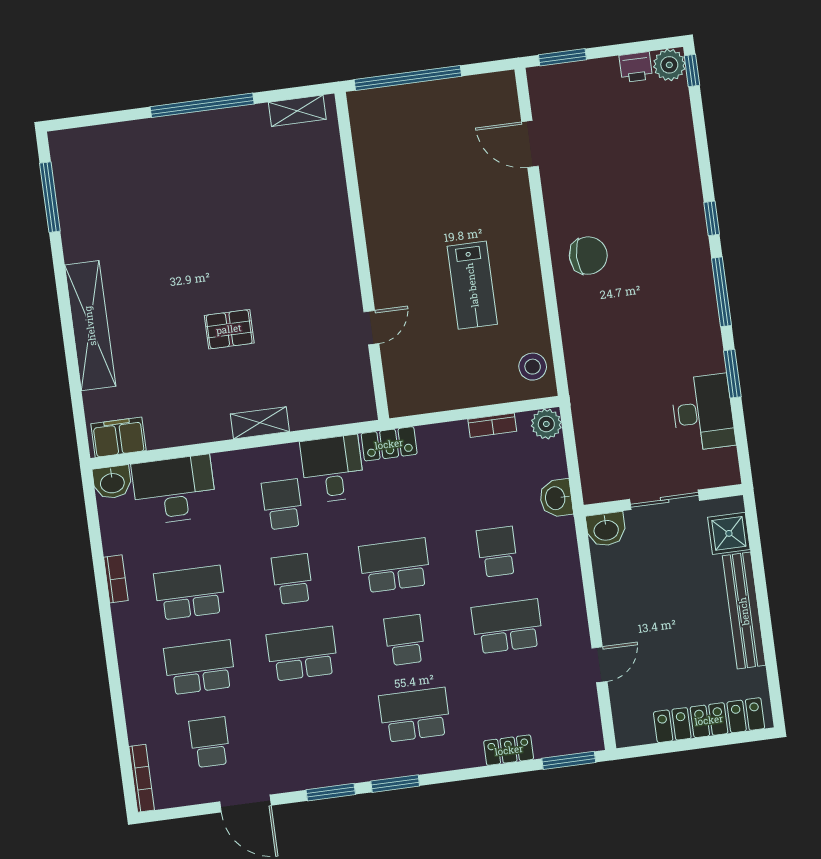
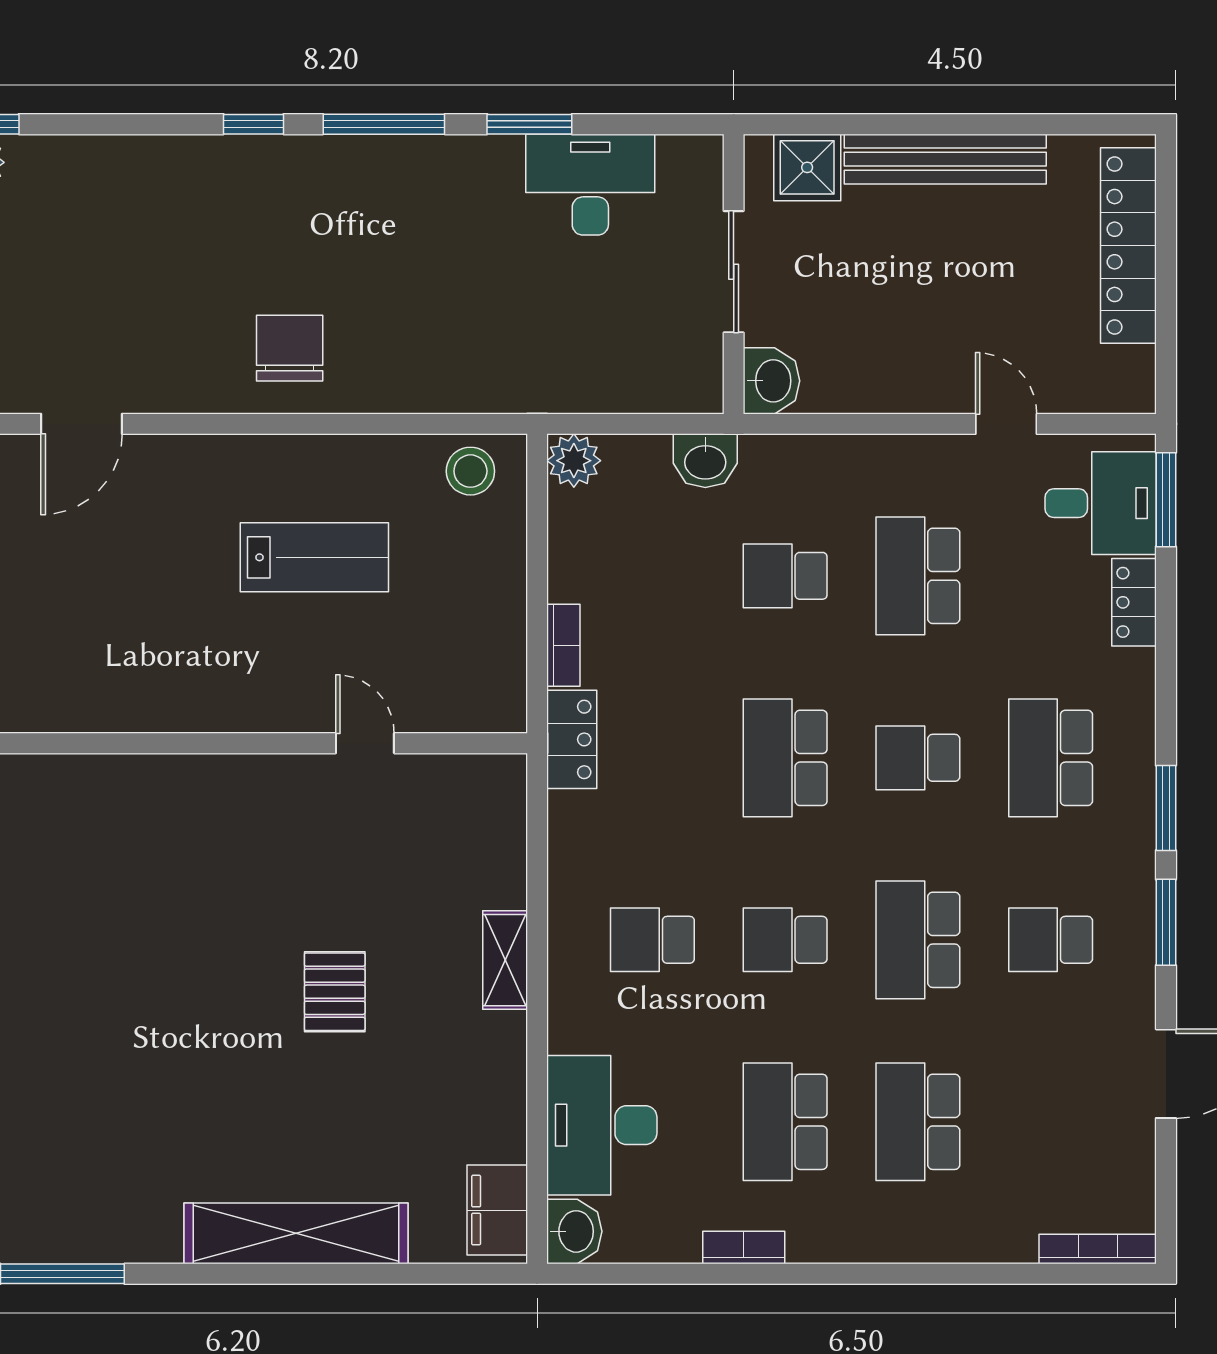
bookcase: (492, 425) -> (563, 645), moved
desk: (333, 469) -> (1101, 503), moved, turned 180
school desk: (210, 742) -> (1051, 940), moved

